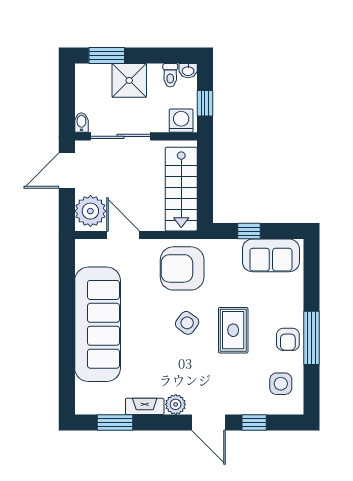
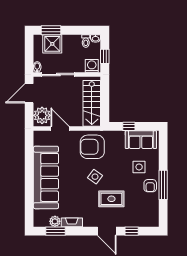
shower: (129, 80) -> (52, 44), moved
rug: (233, 330) -> (111, 199), moved, turned 90
side table: (281, 384) -> (139, 167), moved
plant: (176, 404) -> (55, 221), moved

